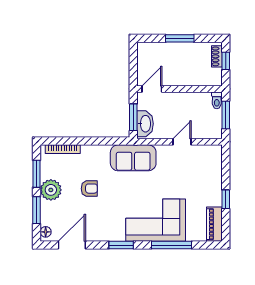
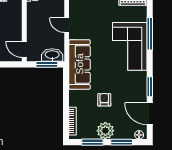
sofa: (133, 158) -> (80, 64), width x1.36
window: (121, 245) -> (150, 87), moved

